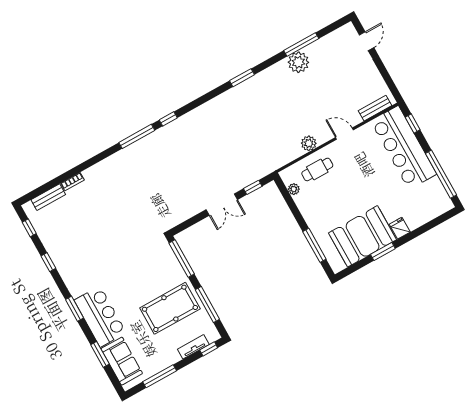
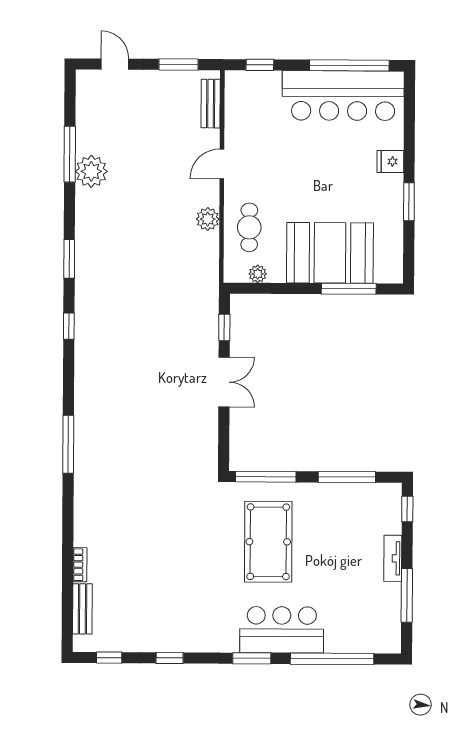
window: (387, 77) -> (178, 64), added
window: (168, 119) -> (69, 326), moved
bar counter: (404, 148) -> (343, 96), moved
booth: (363, 236) -> (330, 253), moved, turned 90
pool table: (170, 308) -> (268, 542), moved
tv unit: (193, 347) -> (393, 558), moved
window: (100, 354) -> (332, 659), width x2.11
sofa: (122, 361) -> (358, 635), removed

